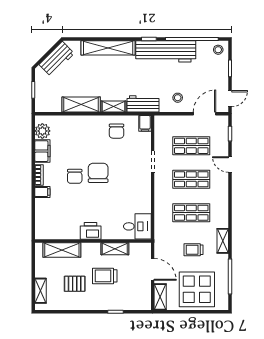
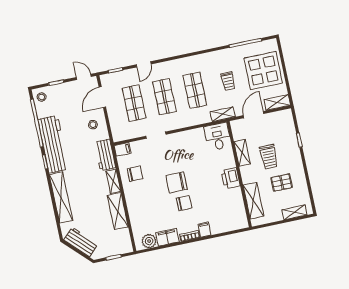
door: (205, 114) -> (102, 97), hinge flipped
shelving: (223, 241) -> (223, 114), moved
pallet: (75, 284) -> (282, 183), turned 90

